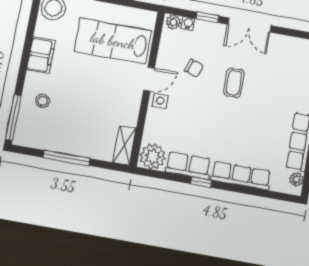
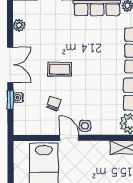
plant: (173, 22) -> (19, 25), moved
water cooler: (188, 24) -> (18, 98), moved

